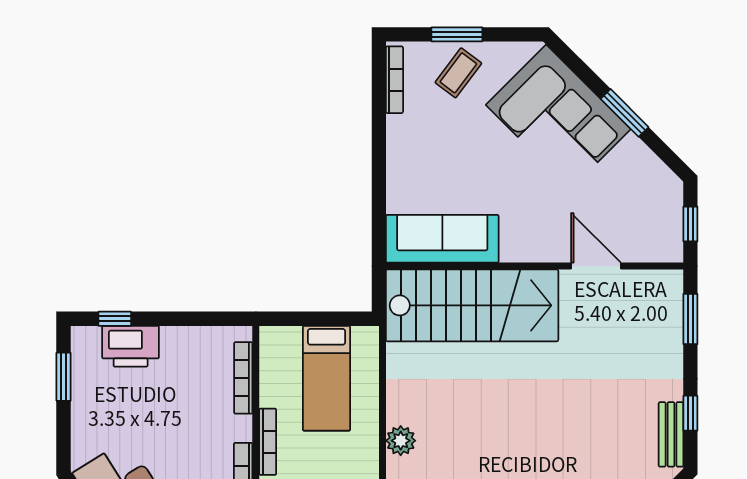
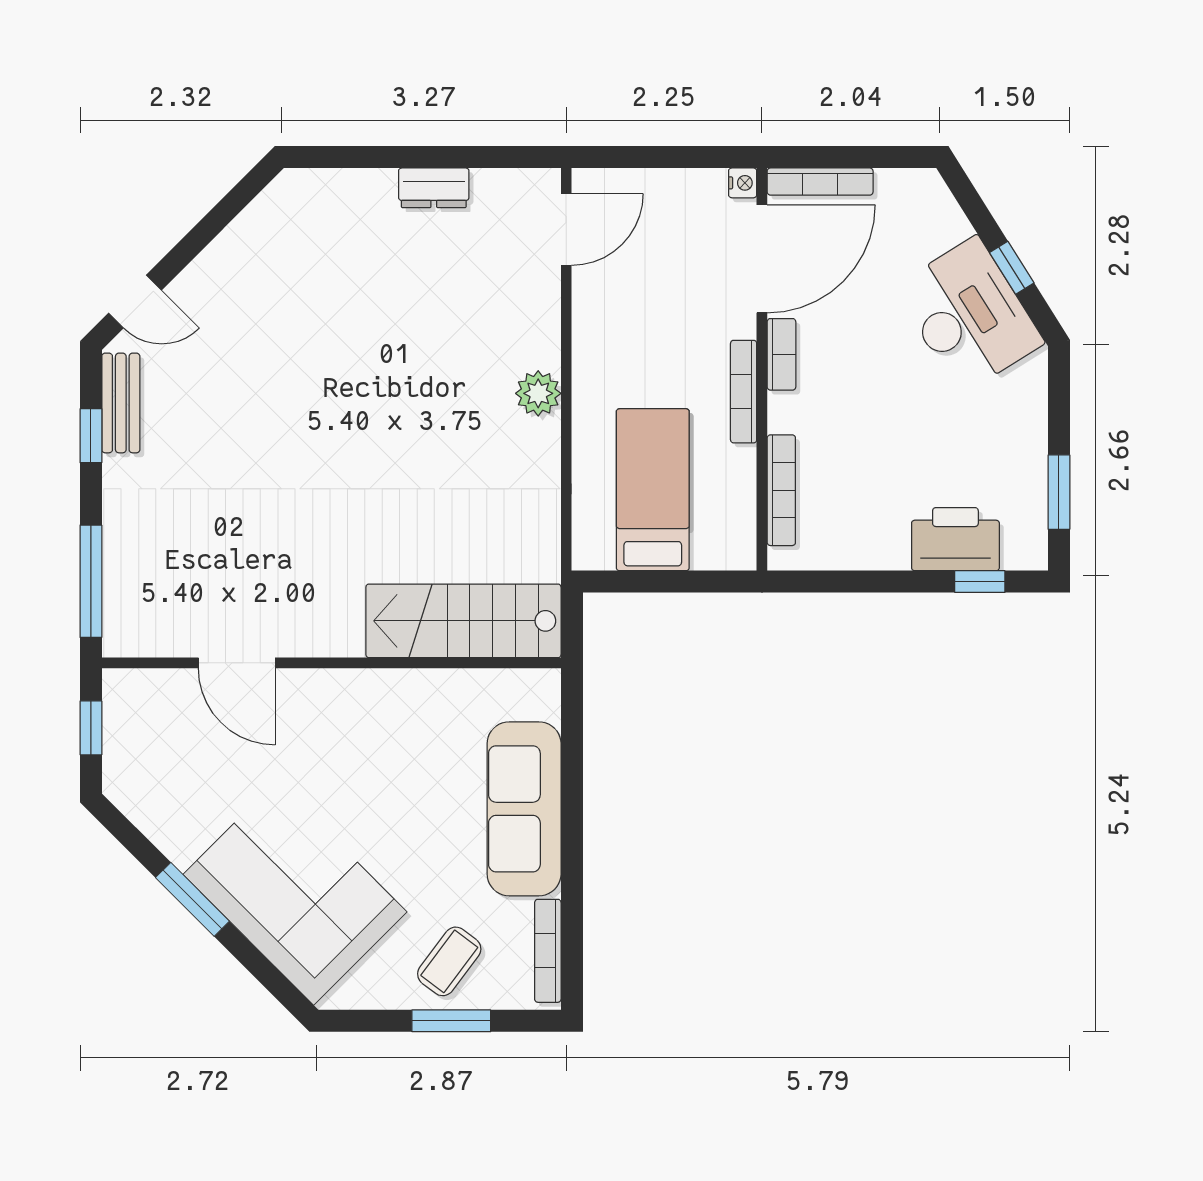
sofa: (442, 239) -> (524, 809), moved, turned 90
stairs: (472, 305) -> (463, 621), width x0.73, depth x0.66
window: (690, 319) -> (91, 581), width x1.44

